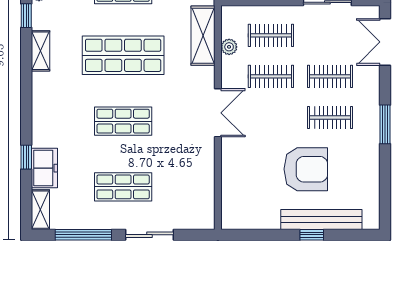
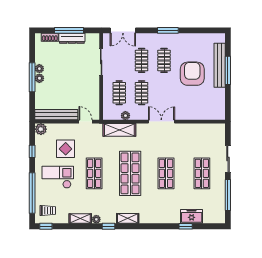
shelving: (40, 210) -> (214, 219), removed
window: (312, 235) -> (228, 70), width x2.17

